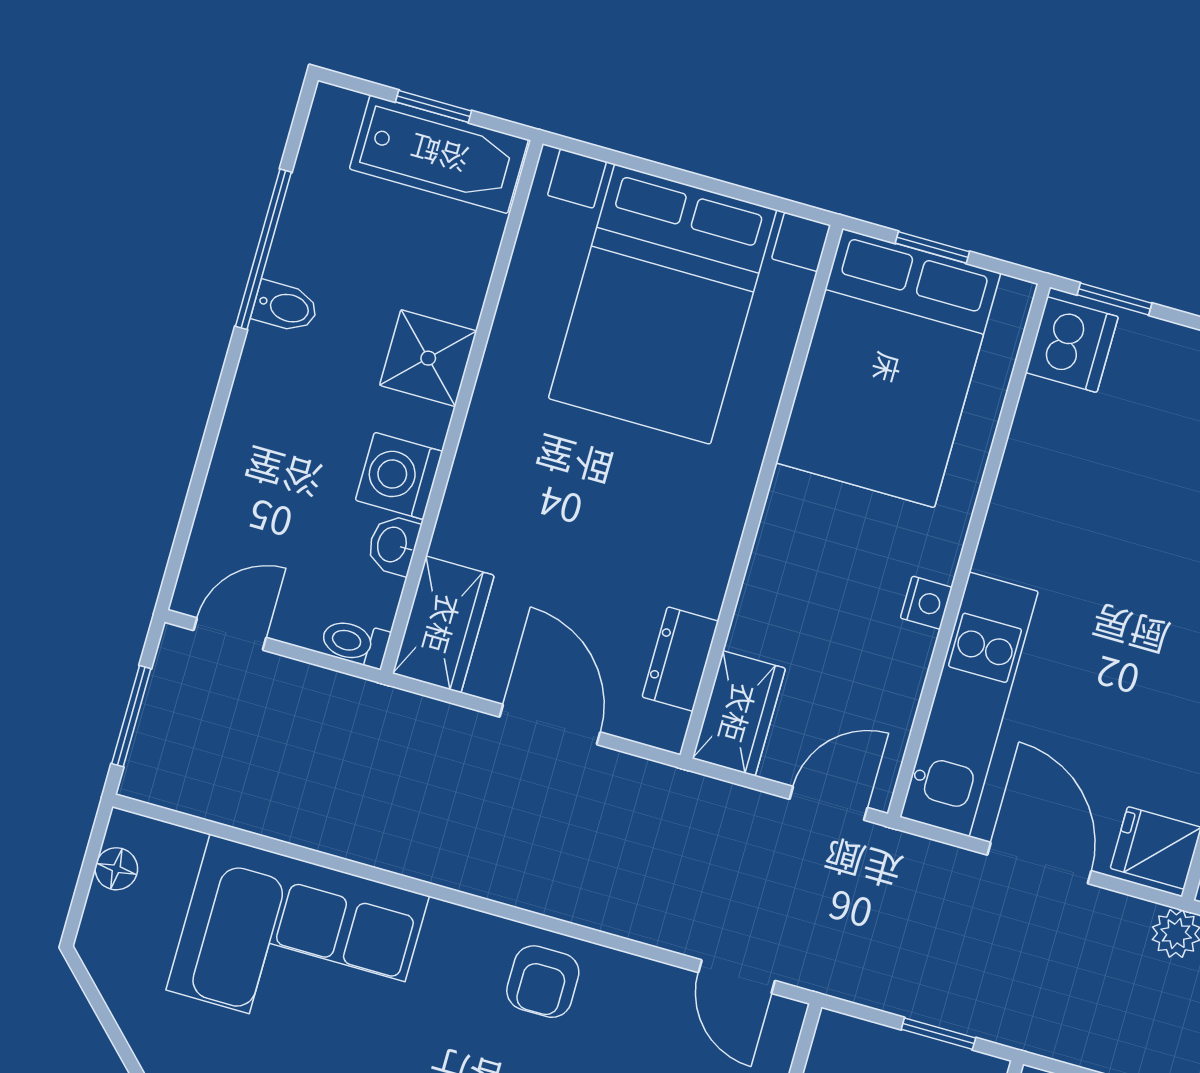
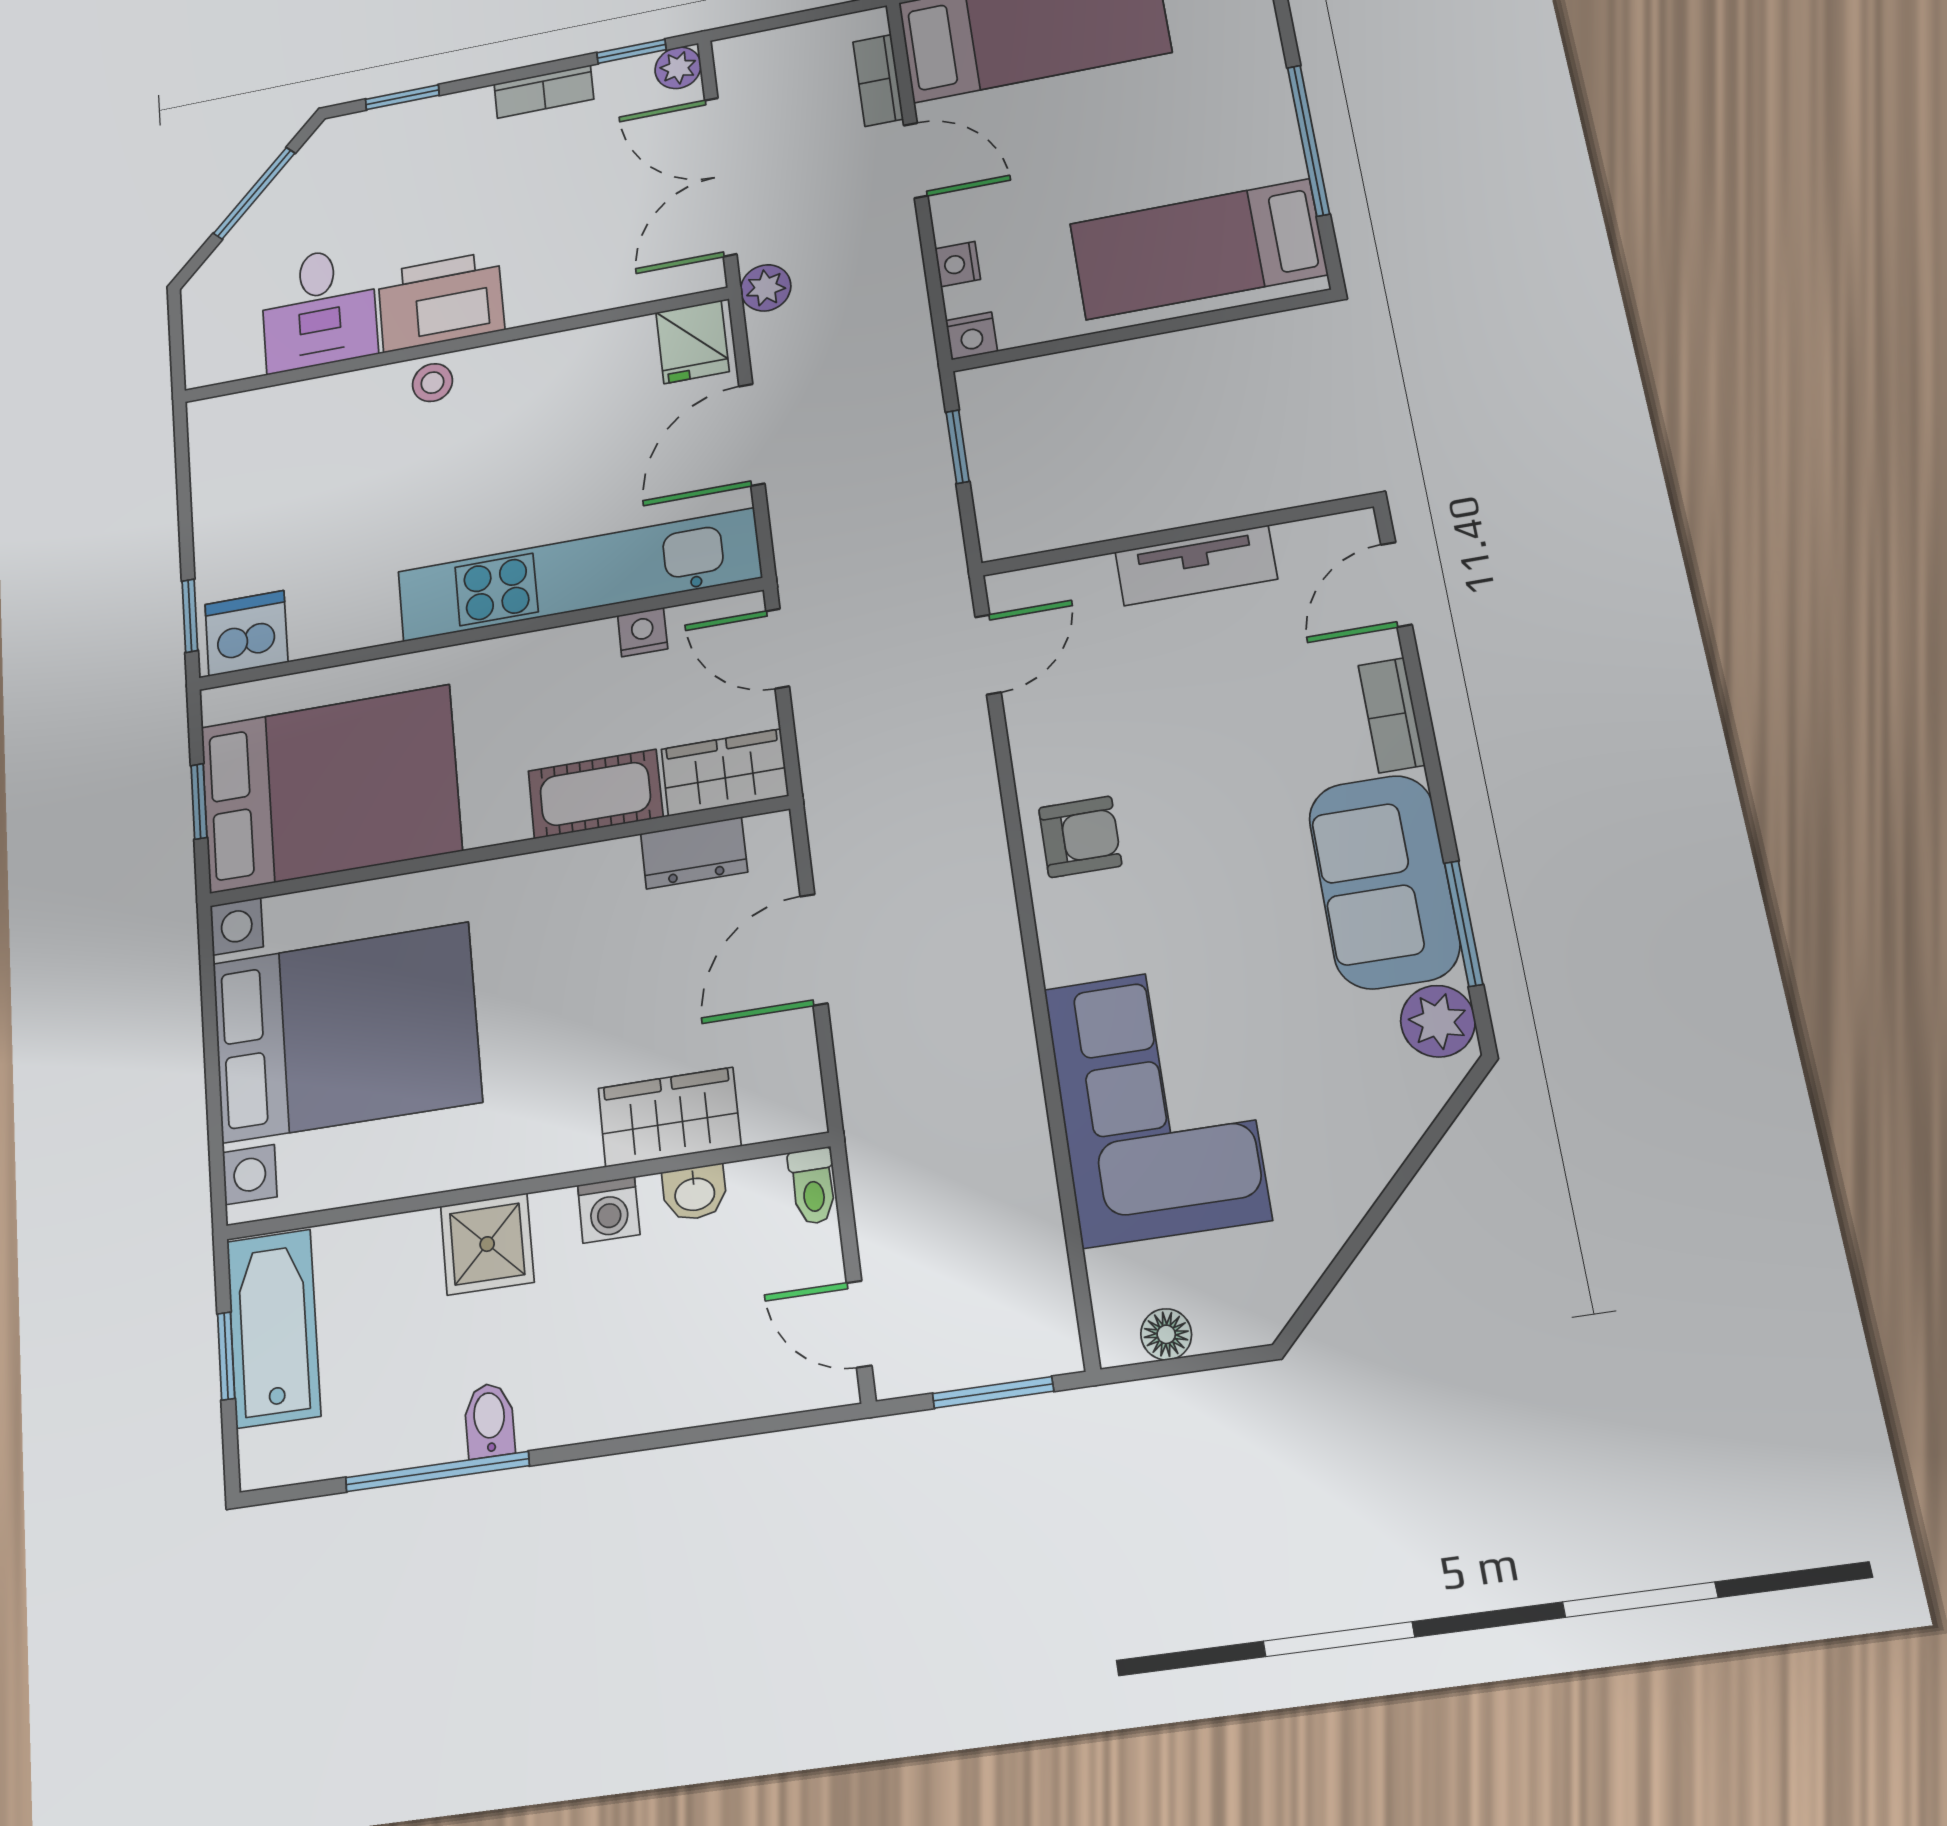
washing machine: (399, 476) -> (609, 1210), width x0.73, depth x0.73
cot: (772, 596) -> (595, 794), added
nightstand: (926, 603) -> (643, 632), moved
wardrobe: (443, 624) -> (669, 1117), moved
kitchen unit: (969, 704) -> (578, 575), width x1.36

